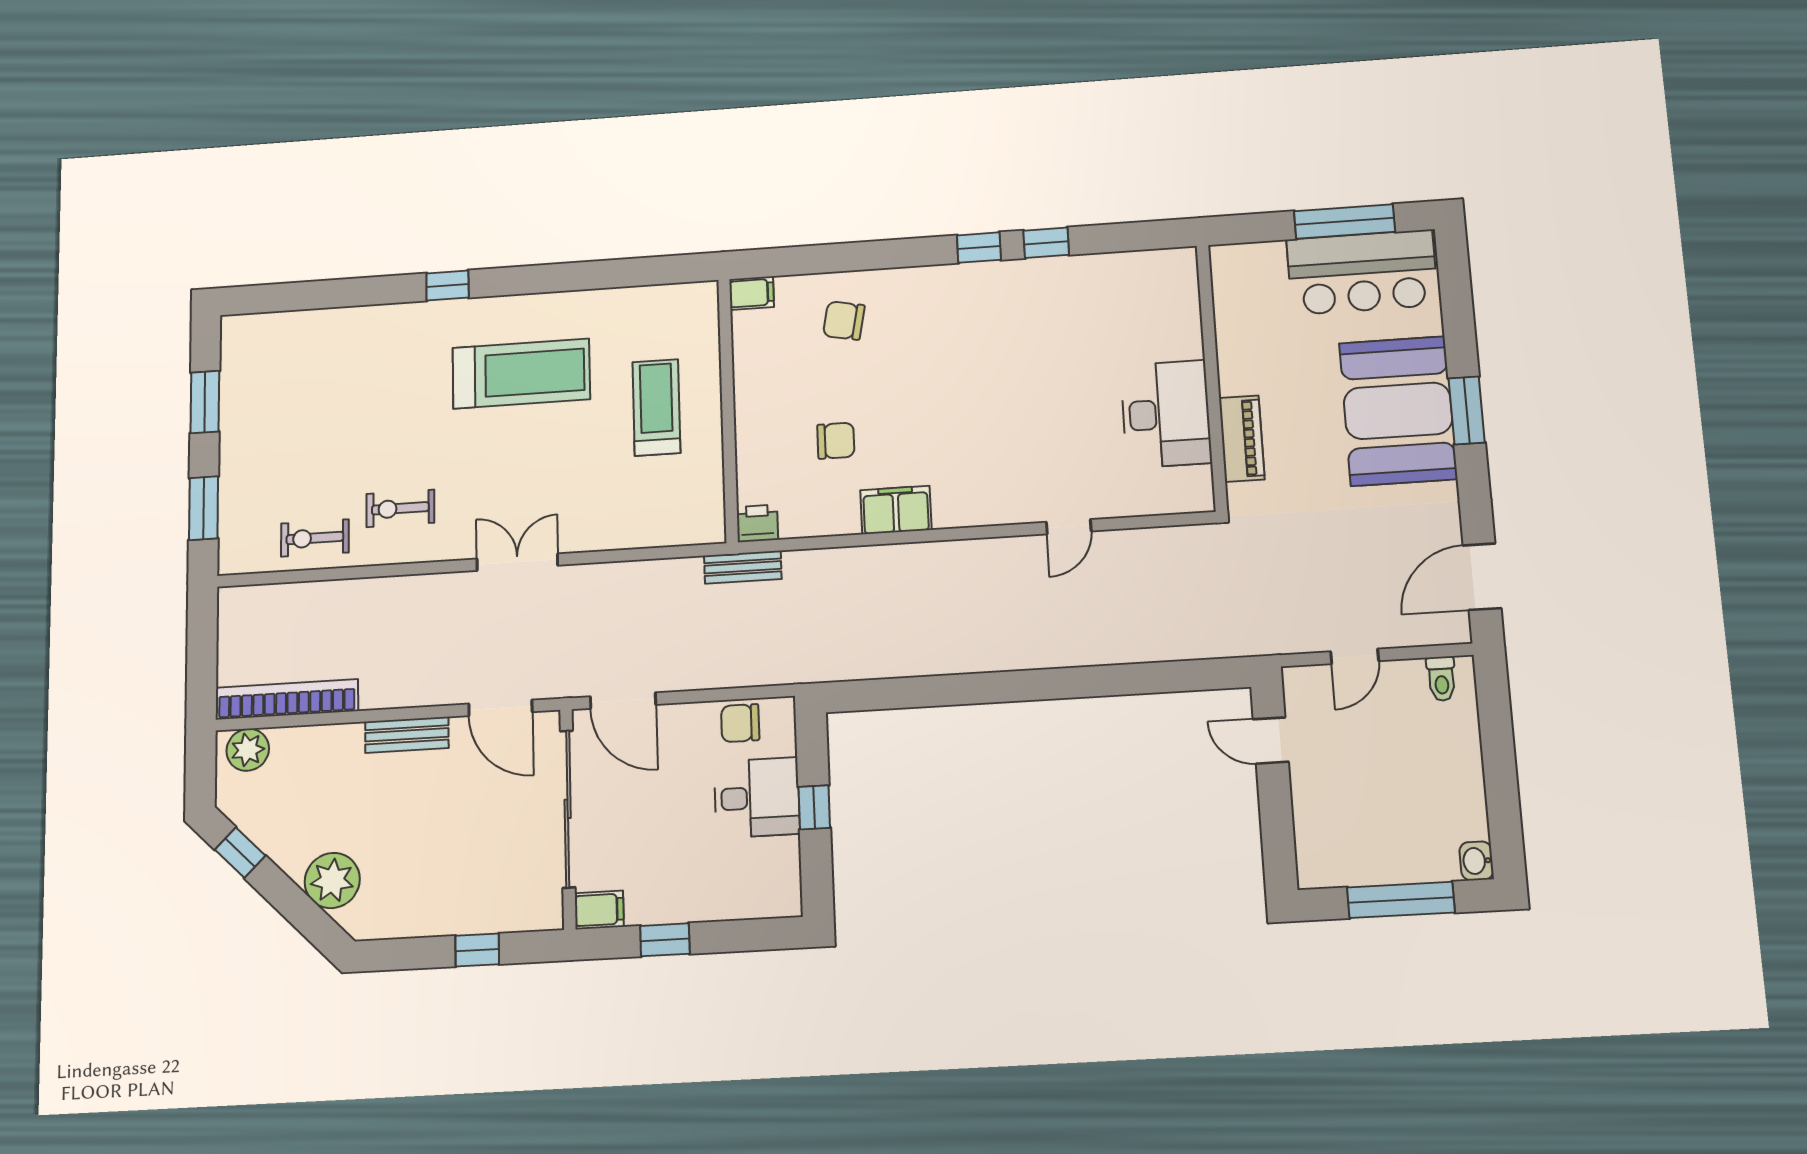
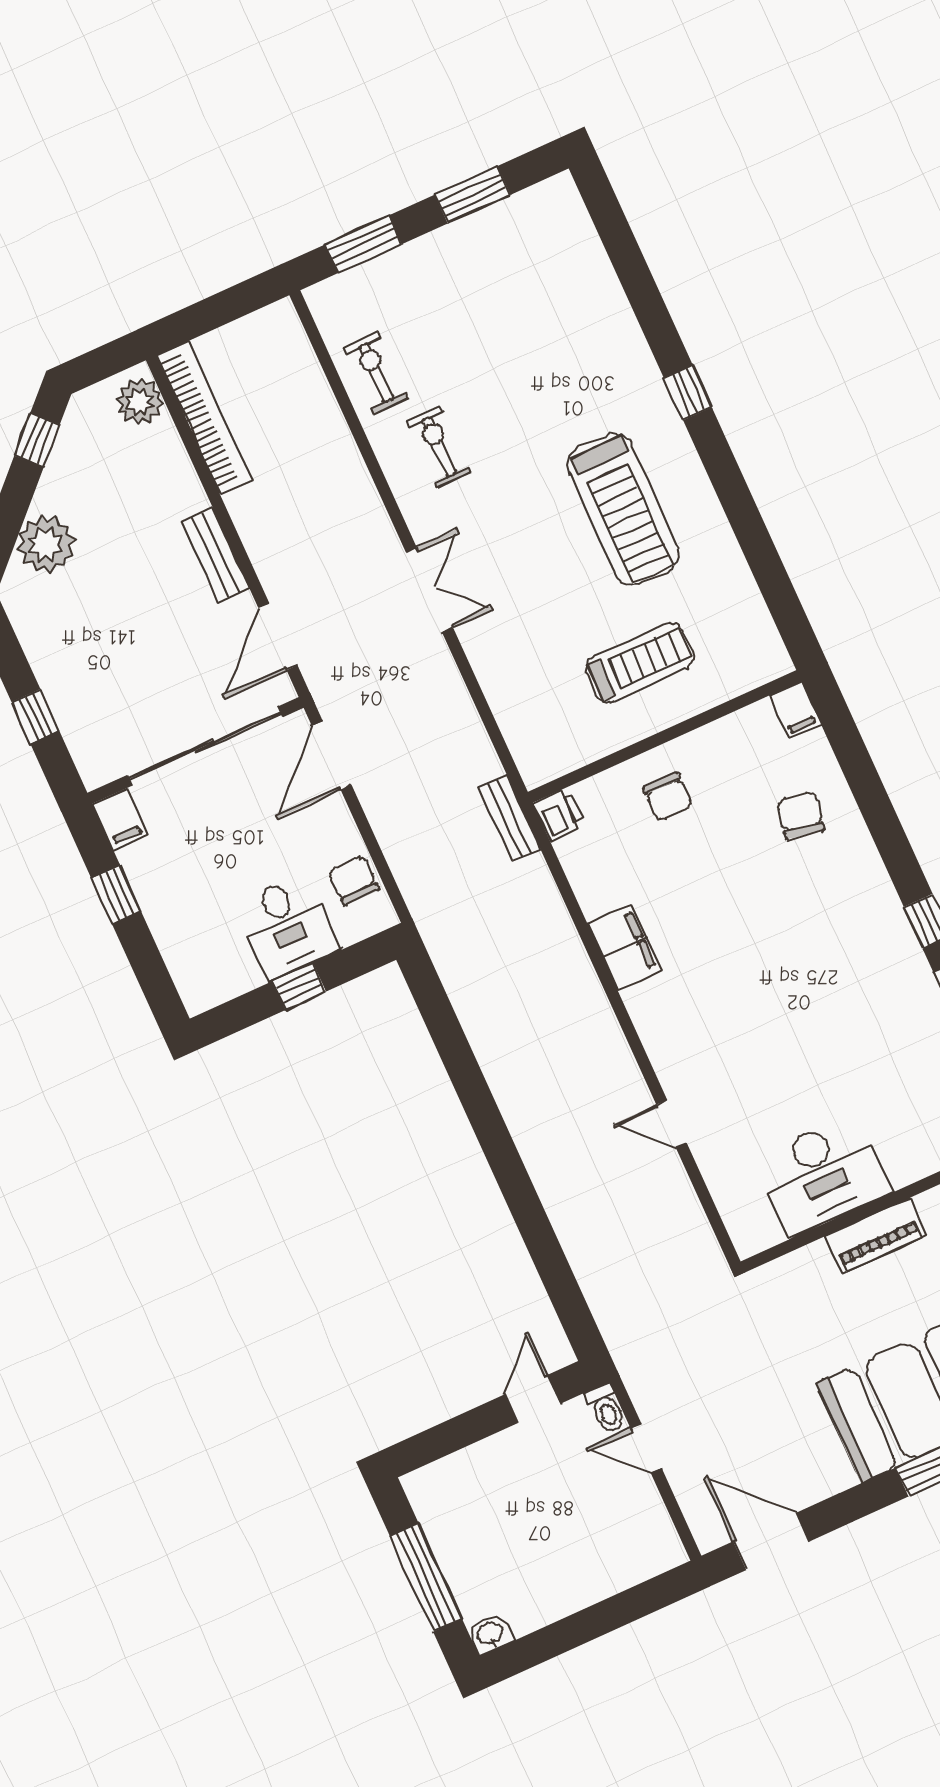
piano: (1242, 439) -> (876, 1236), moved
chair: (836, 441) -> (668, 797), moved
toilet: (1441, 679) -> (606, 1408), moved, turned -90

